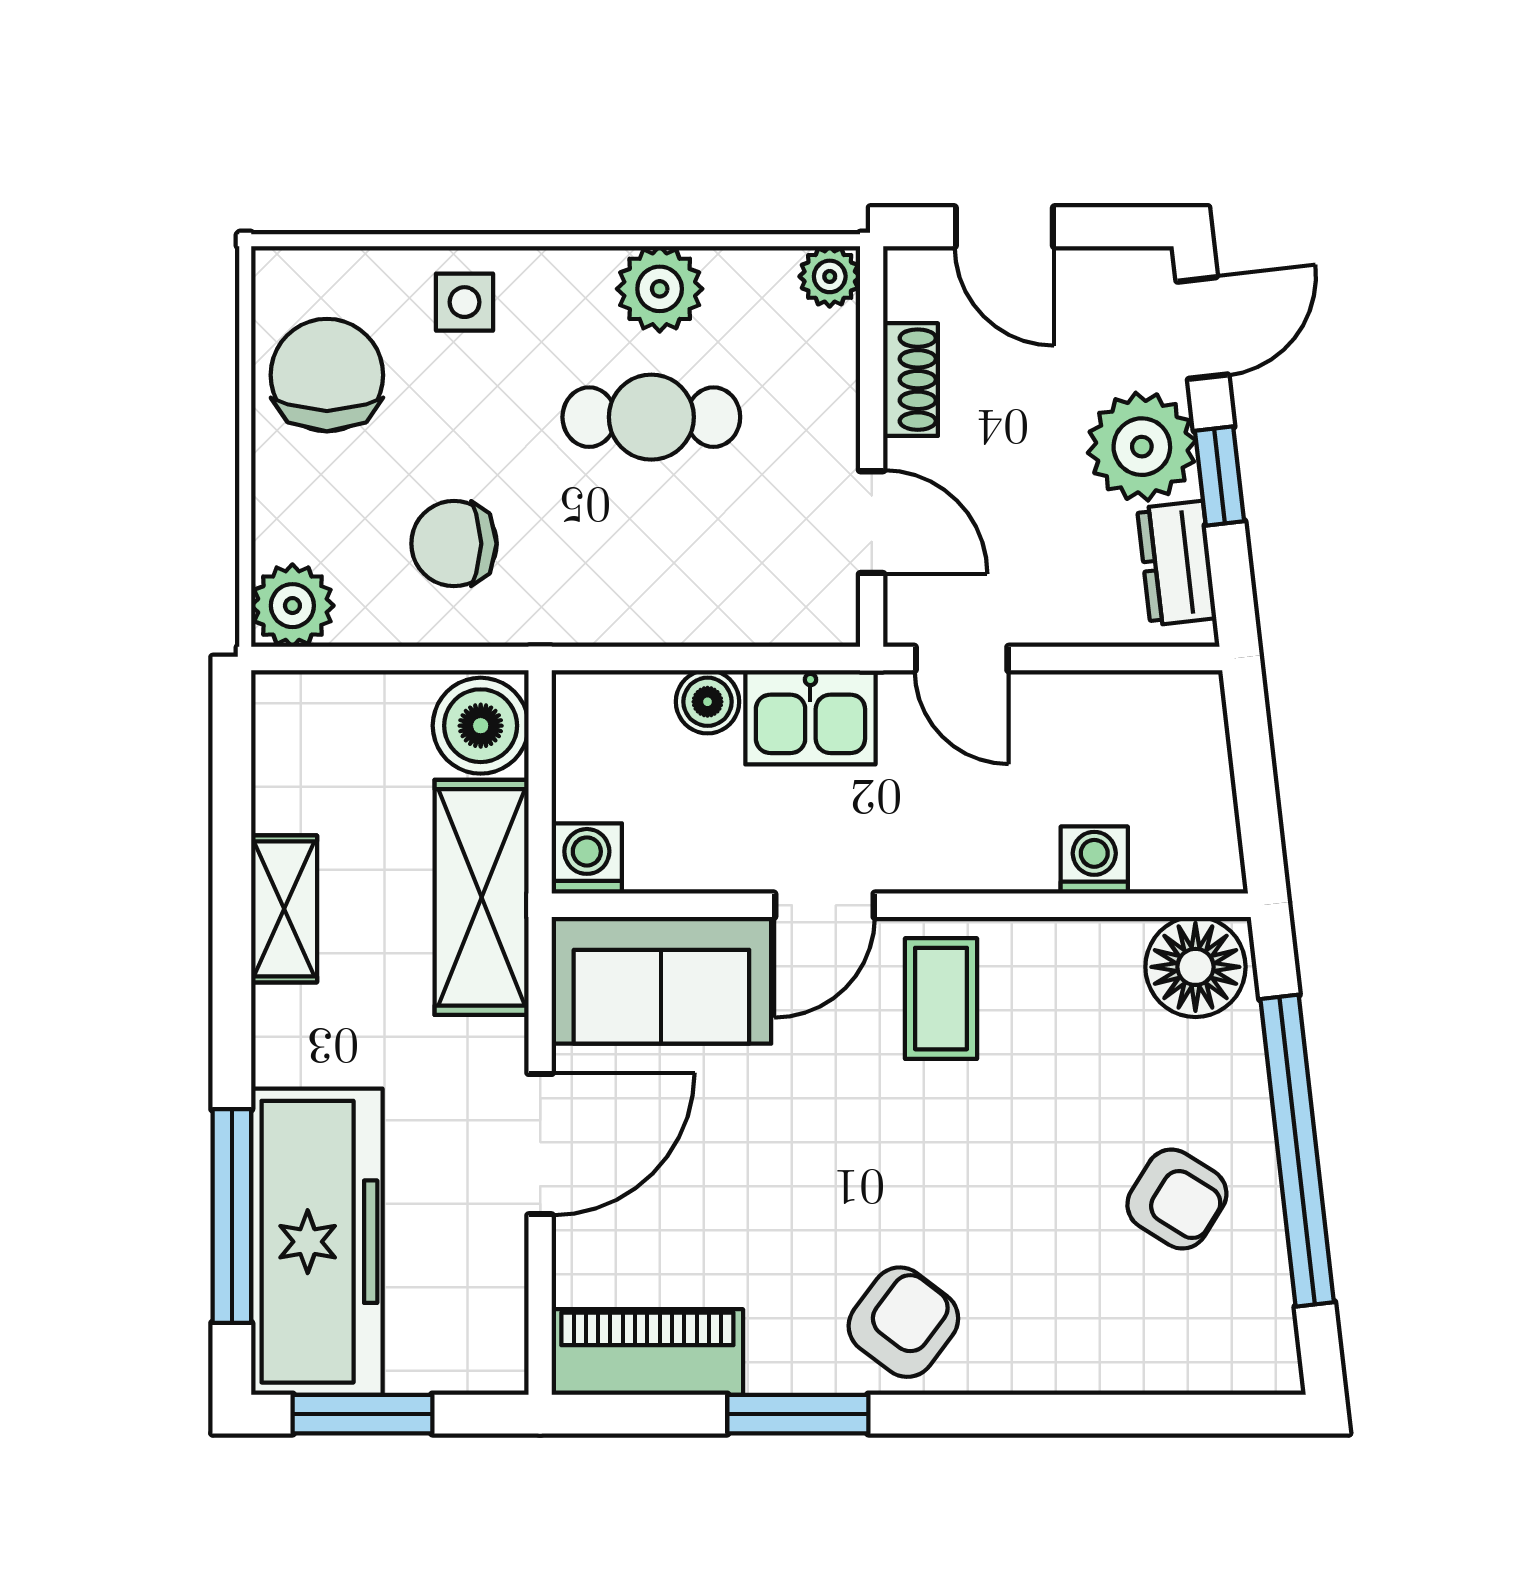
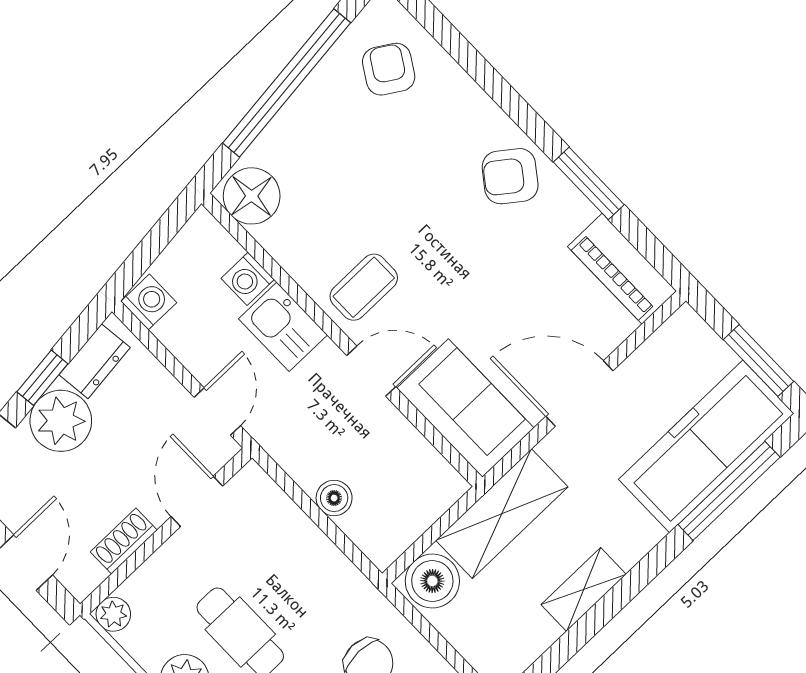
kitchen sink: (810, 717) -> (283, 327), moved, turned 180
washing machine: (587, 859) -> (149, 302), moved, turned 180
armchair: (1177, 1199) -> (389, 69), moved

